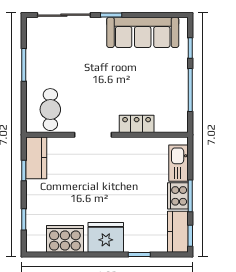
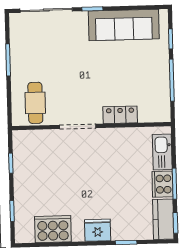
kitchen counter: (36, 158) -> (23, 150), removed
fridge: (106, 237) -> (98, 230), width x0.73, depth x0.75

